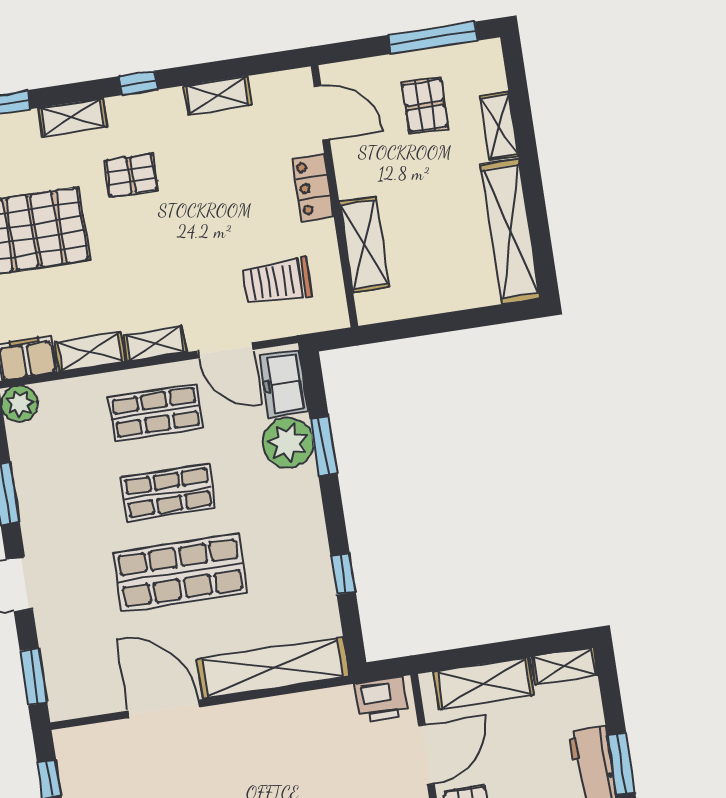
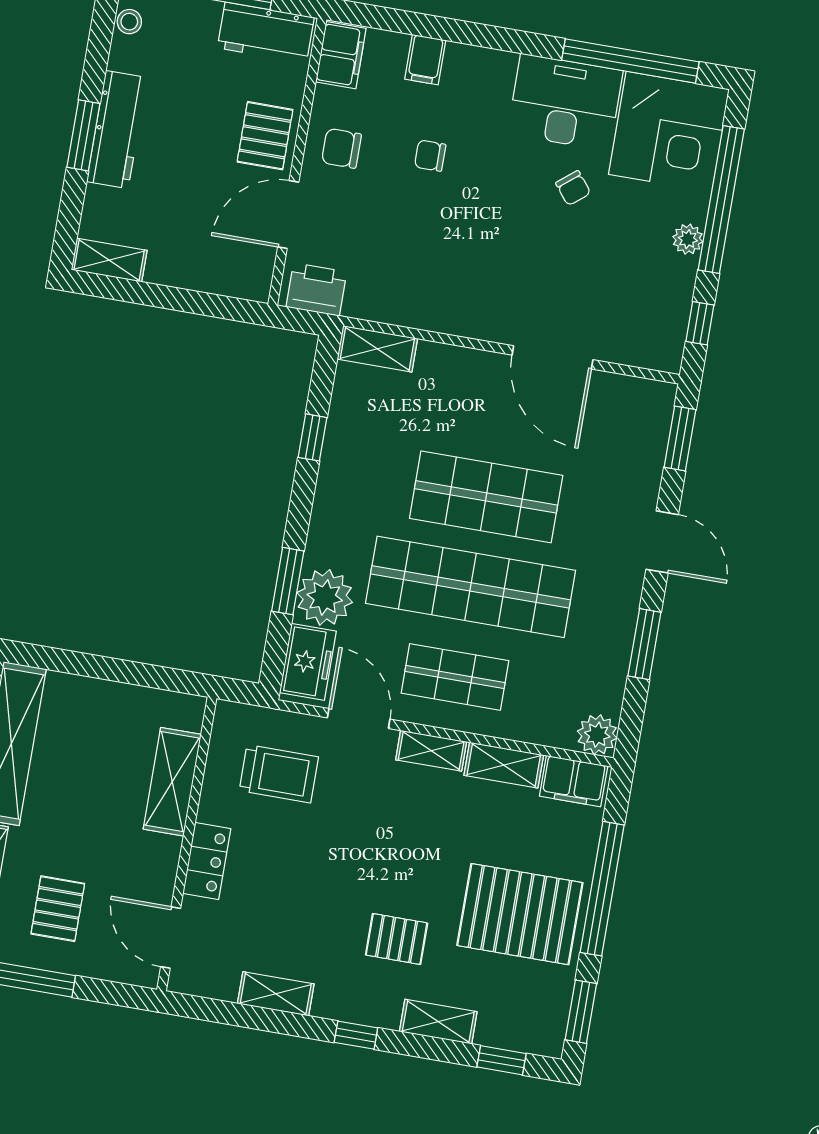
shop shelf: (168, 493) -> (471, 587), width x2.00, depth x1.36
shelving: (273, 668) -> (377, 349), width x0.45, depth x0.75
shelving: (484, 683) -> (201, 270), removed

